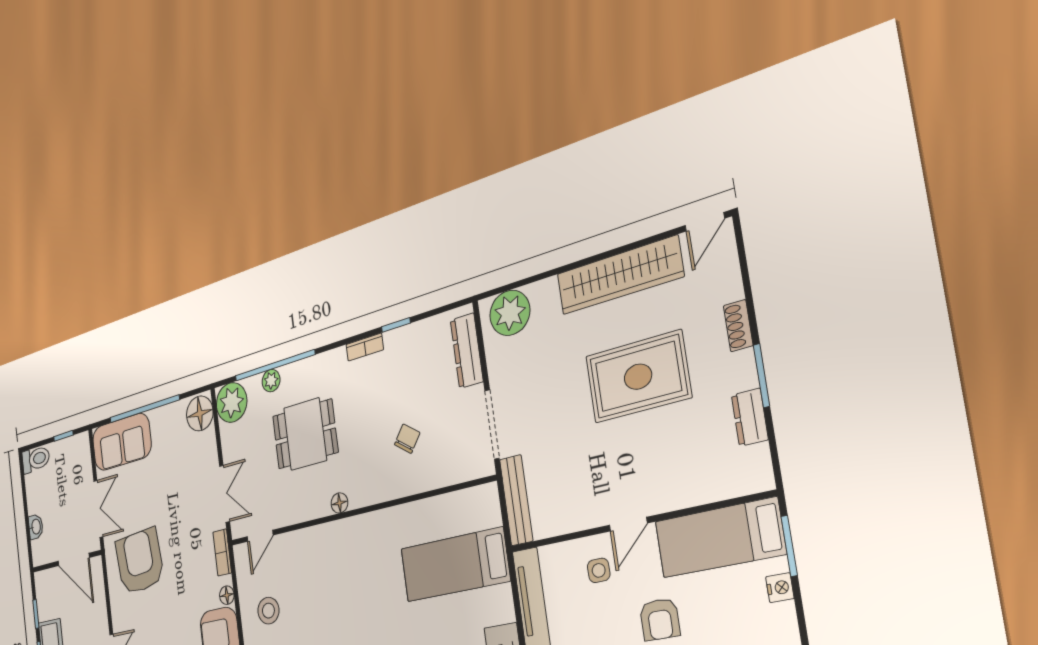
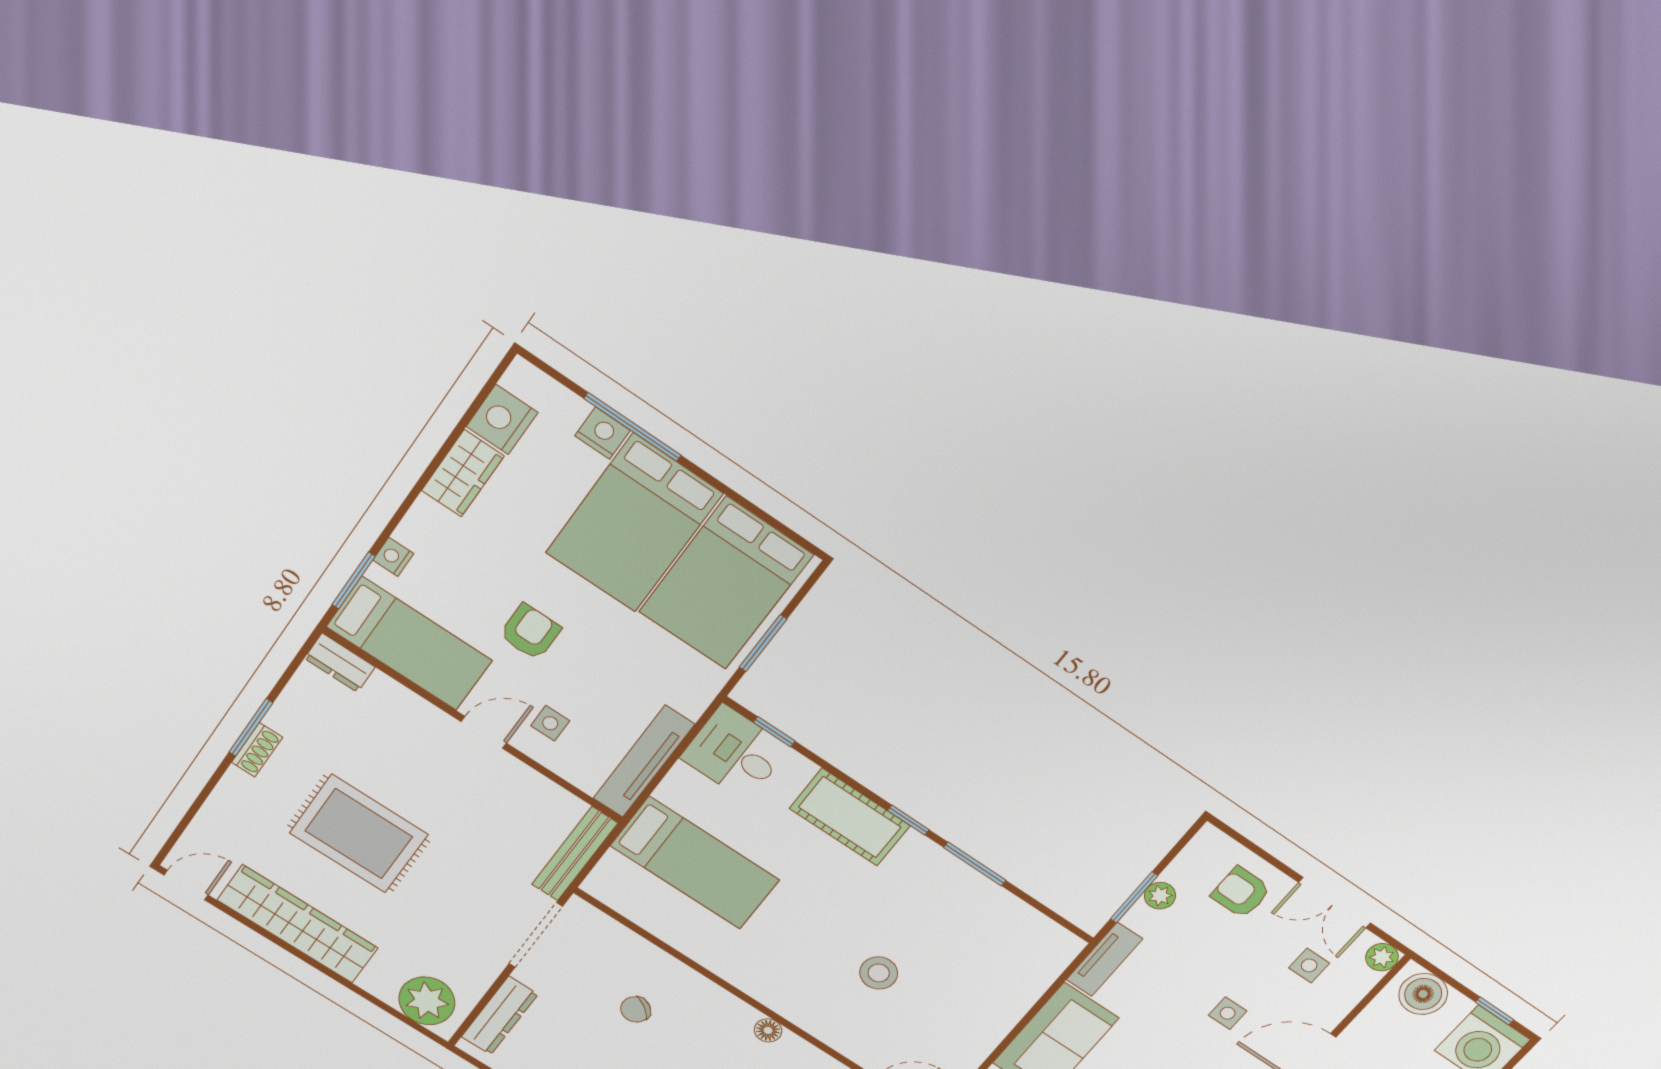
shoe rack: (738, 326) -> (257, 750), moved
dresser: (750, 417) -> (340, 663), moved, turned 90
stool: (268, 611) -> (879, 973), moved

